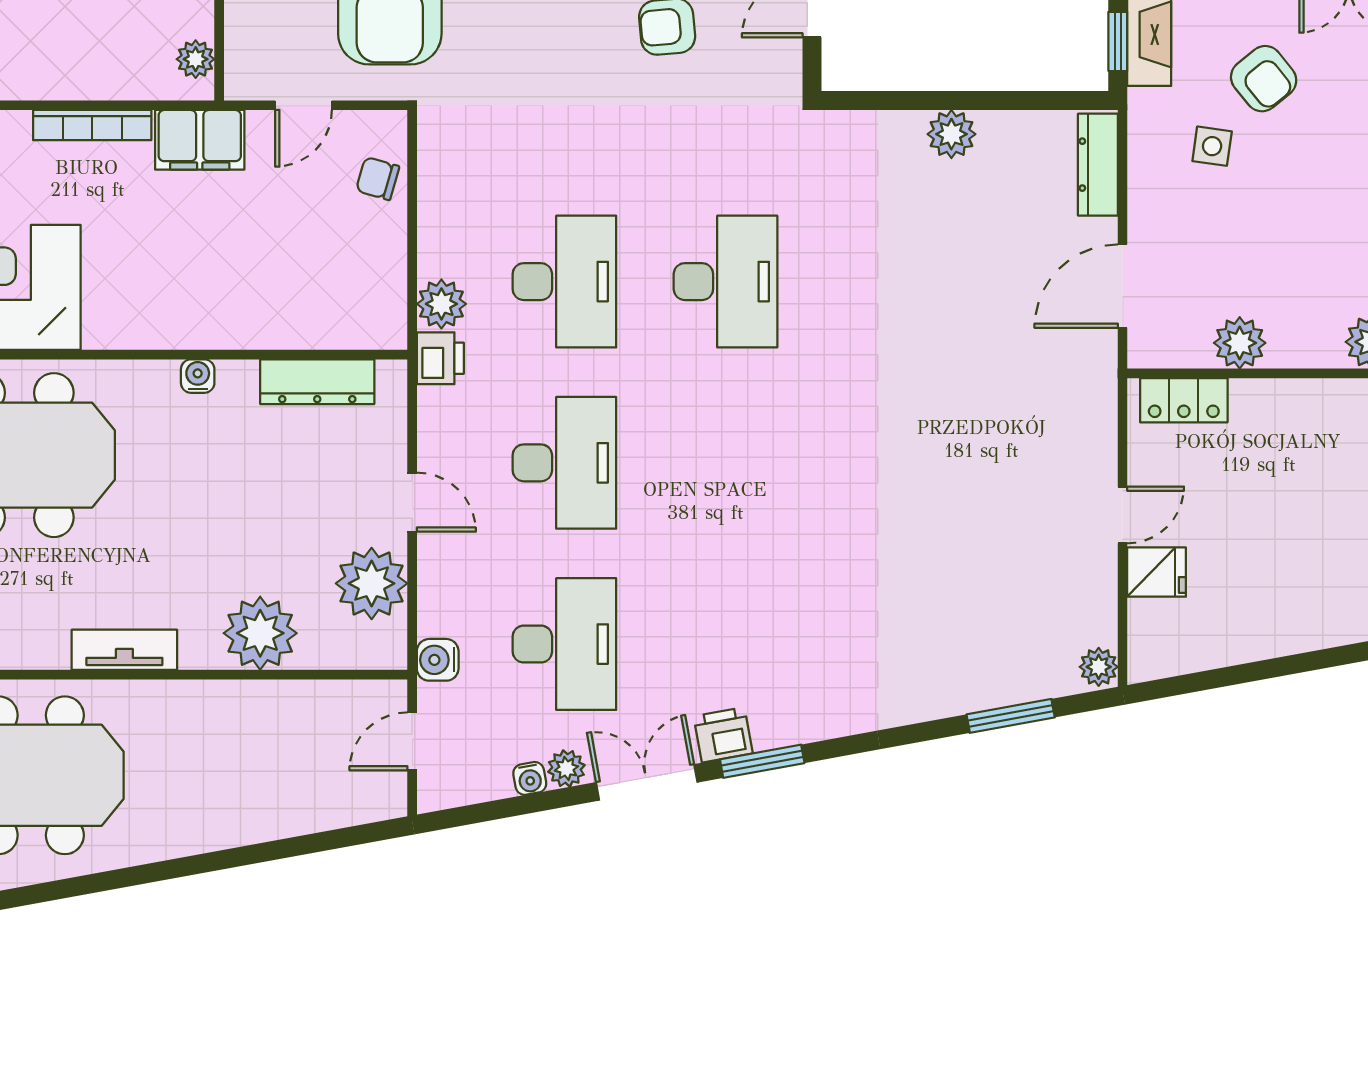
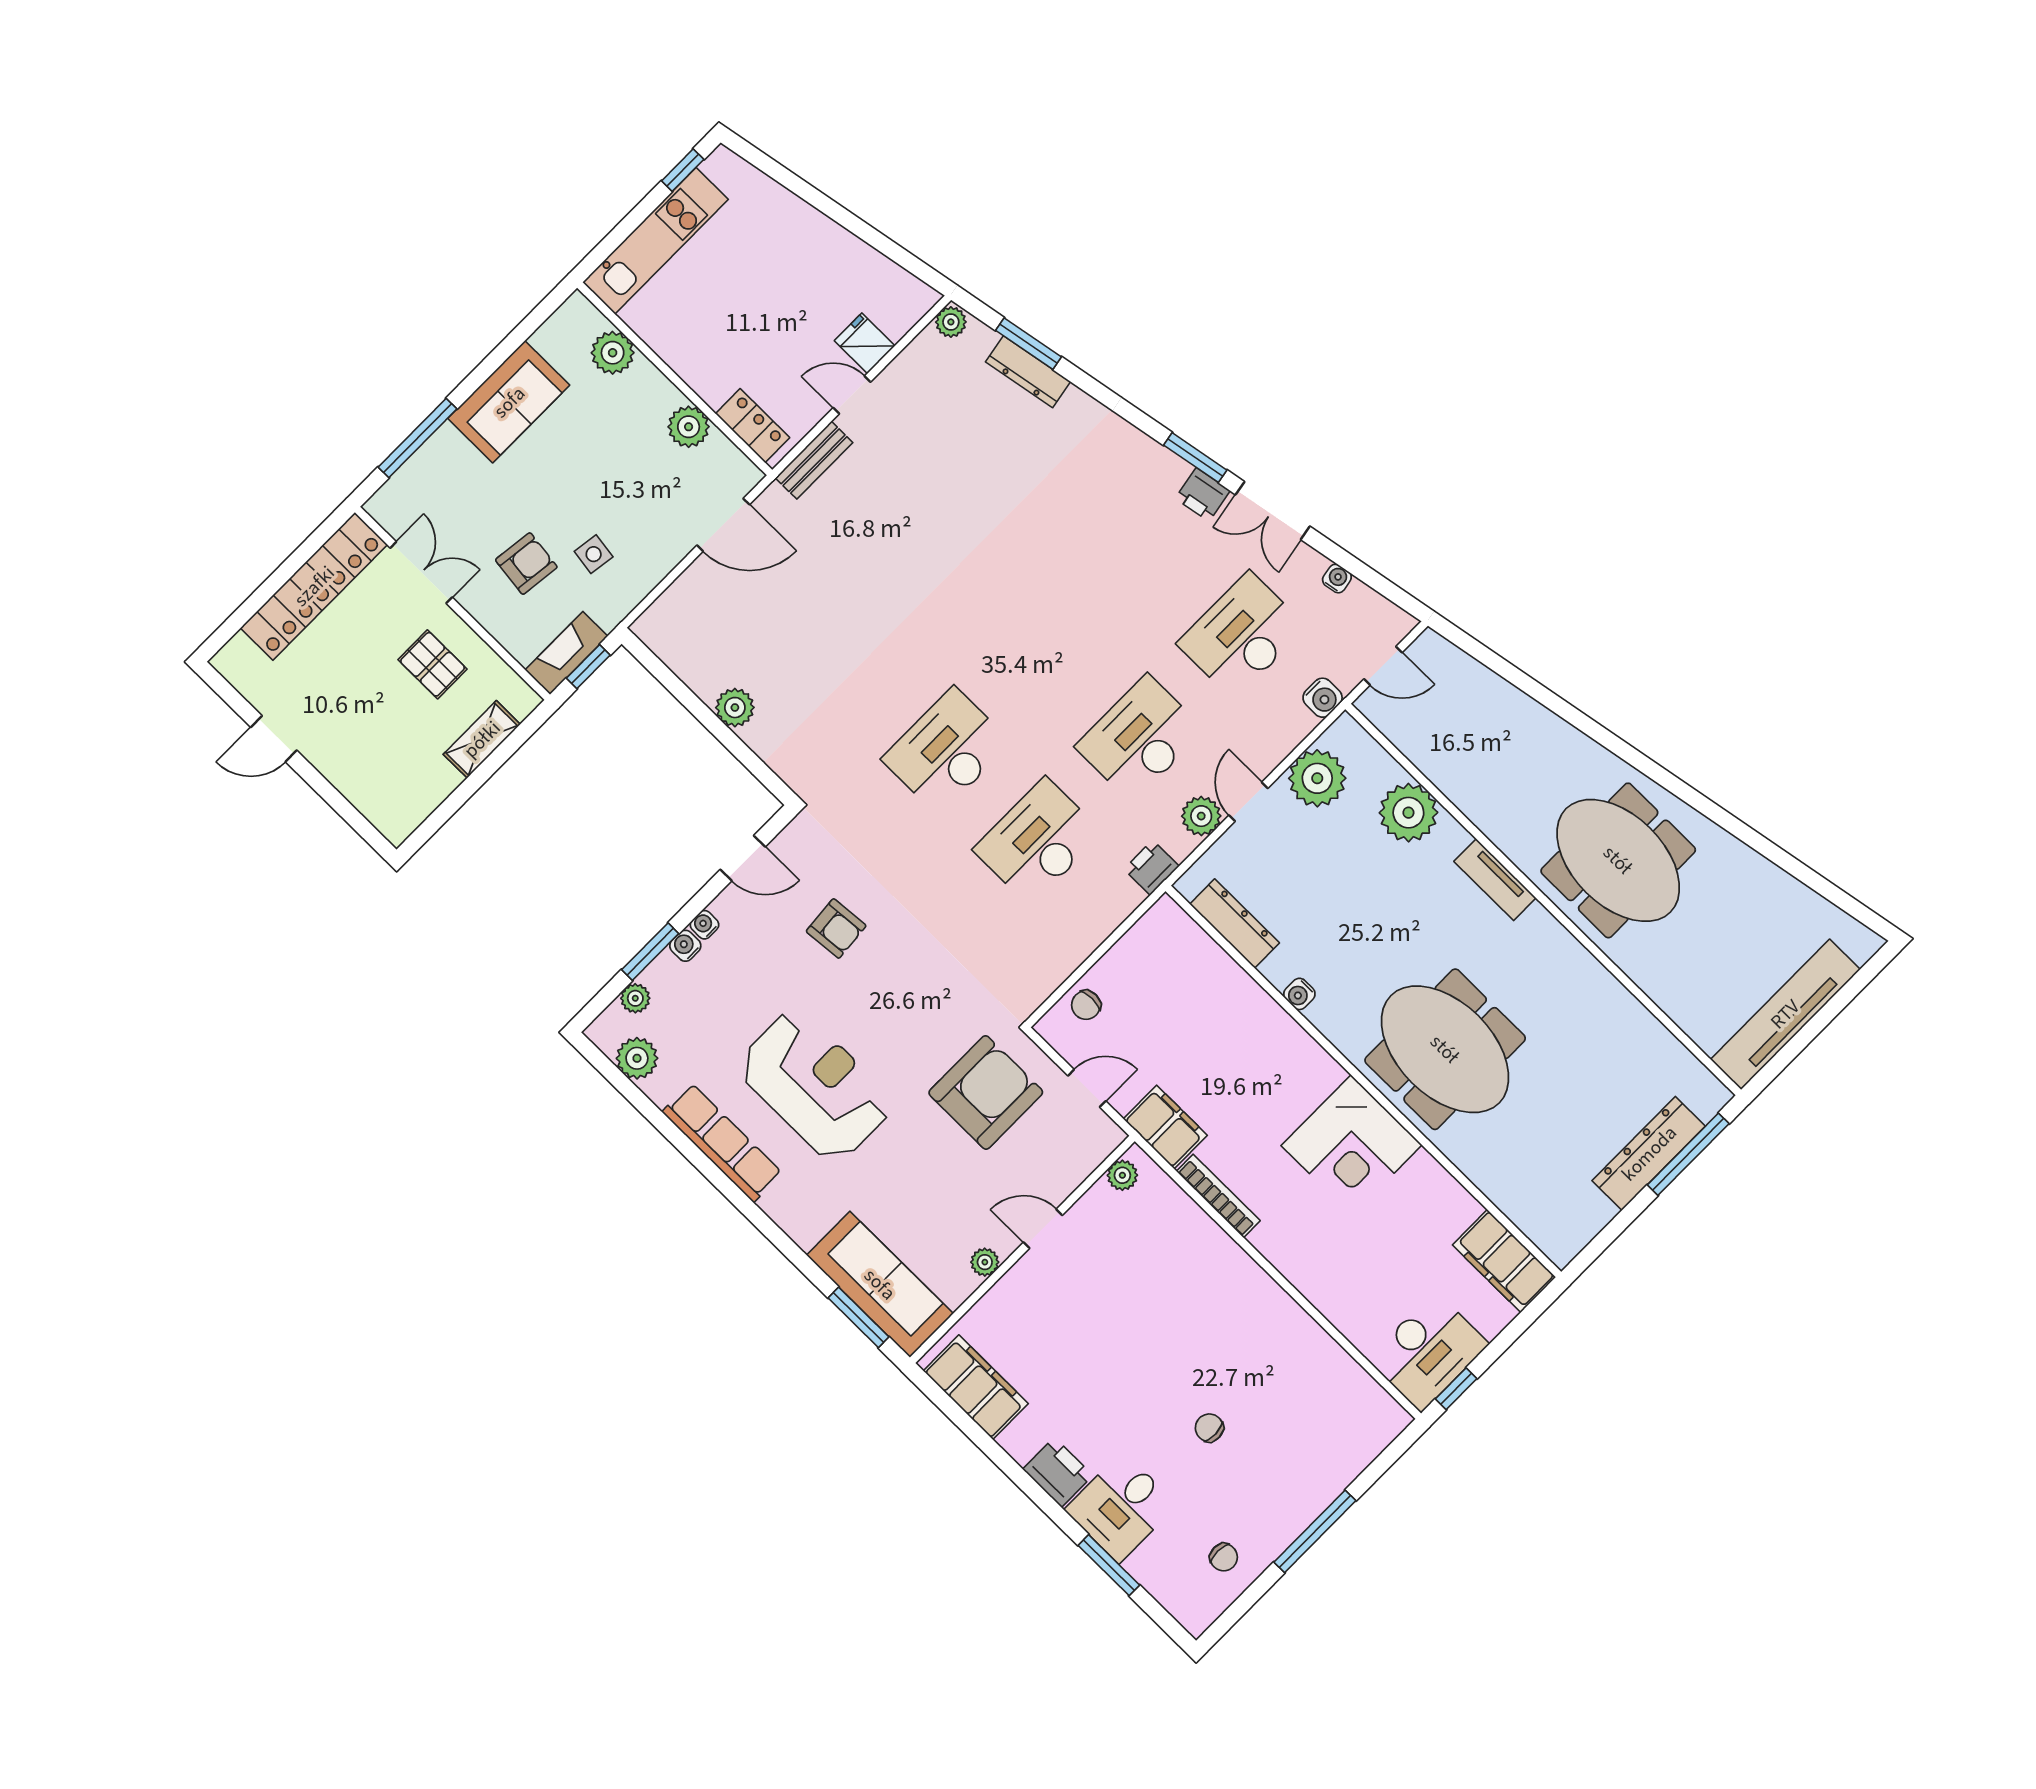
armchair: (1264, 79) -> (526, 564), turned 46
dresser: (1098, 165) -> (1028, 372), moved, turned 80
chair: (378, 178) -> (1086, 1005), turned 74
plant: (441, 304) -> (1201, 816), moved
bench: (1099, 424) -> (814, 460), added
plant: (566, 768) -> (1311, 564), removed

